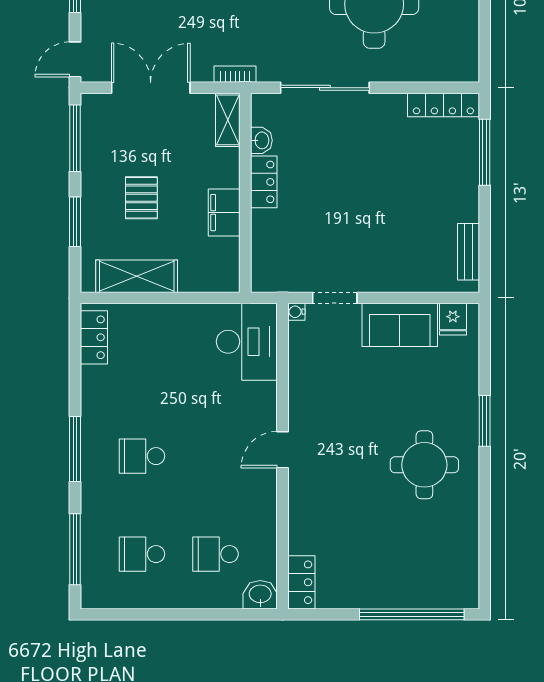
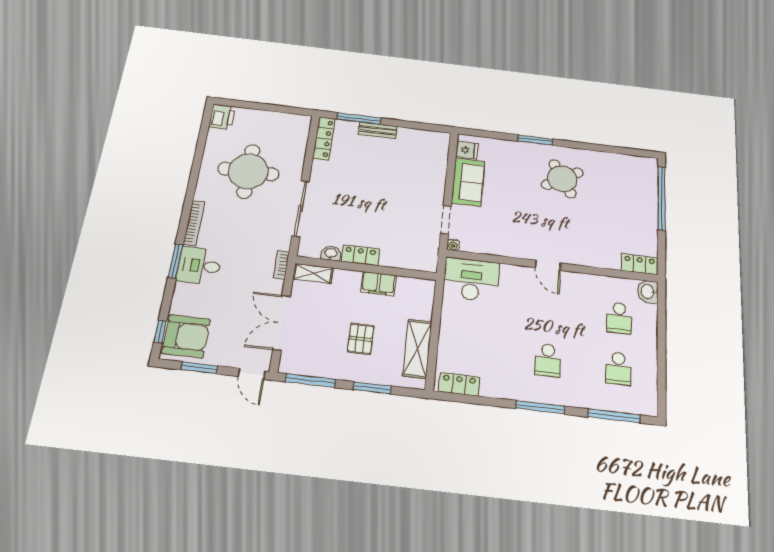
pallet: (141, 198) -> (361, 339), turned 90
bench: (468, 252) -> (378, 130), moved
round table: (424, 465) -> (562, 179), turned -30

